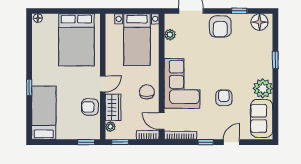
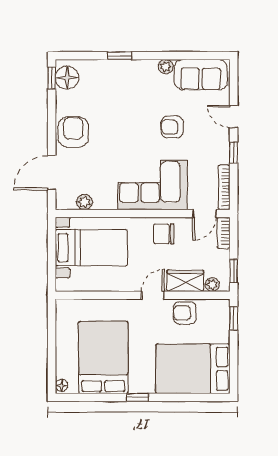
window: (239, 11) -> (52, 78), moved
armchair: (220, 27) -> (73, 132), turned -90
bed: (76, 40) -> (103, 357), moved, turned -90
door: (103, 84) -> (153, 295), hinge flipped
window: (29, 87) -> (137, 397), moved
plant: (263, 88) -> (166, 67), width x0.53, depth x0.53
armchair: (90, 107) -> (185, 313), turned 90
bed: (44, 113) -> (193, 369), width x1.50

